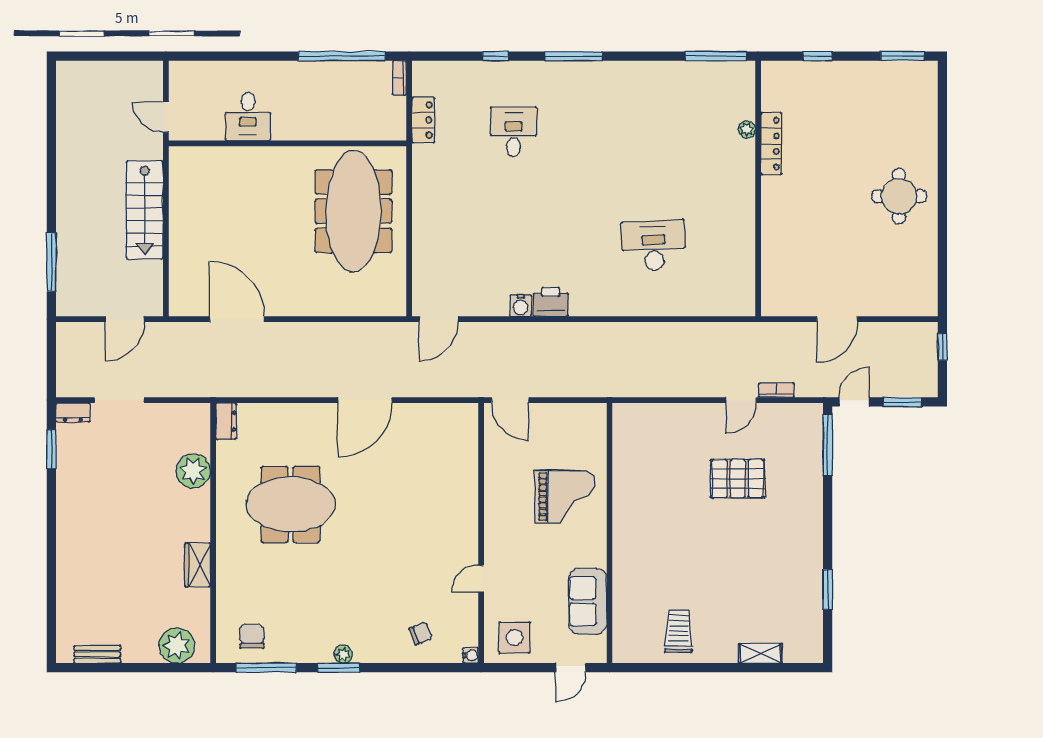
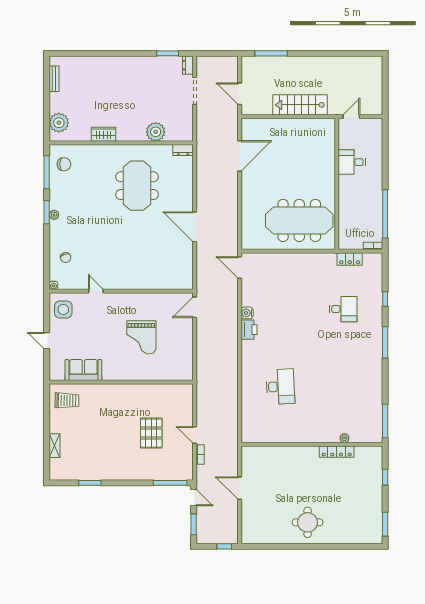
wall: (610, 533) -> (121, 382), moved
sofa: (588, 601) -> (83, 370), moved

